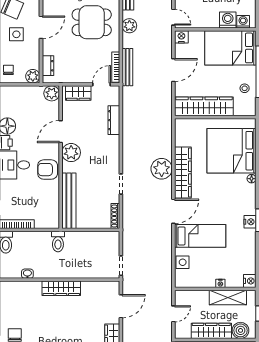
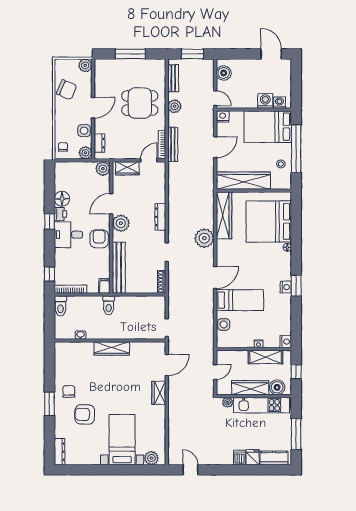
side table: (16, 34) -> (84, 131), moved
dresser: (114, 120) -> (160, 217), moved
armchair: (48, 170) -> (99, 239), turned 90
wardrobe: (183, 173) -> (224, 215), moved
filing cabinet: (53, 221) -> (104, 286), added

